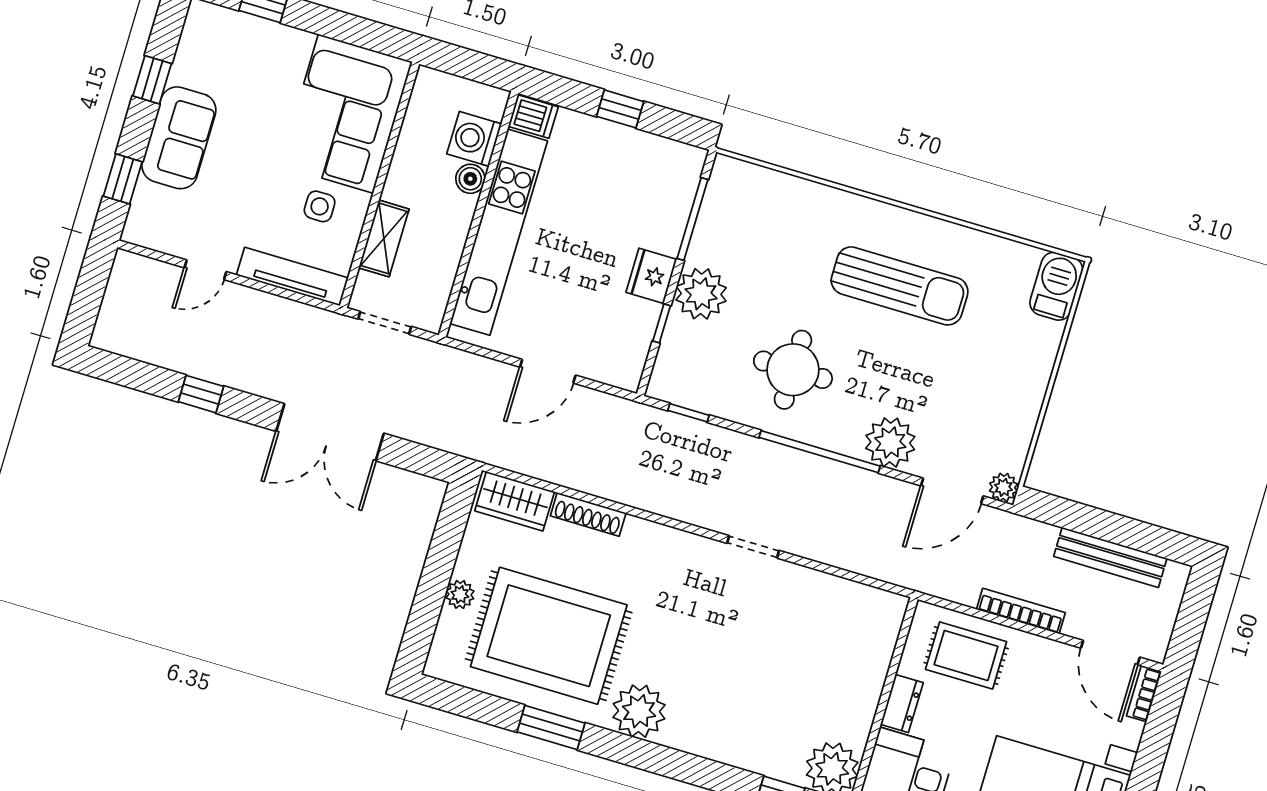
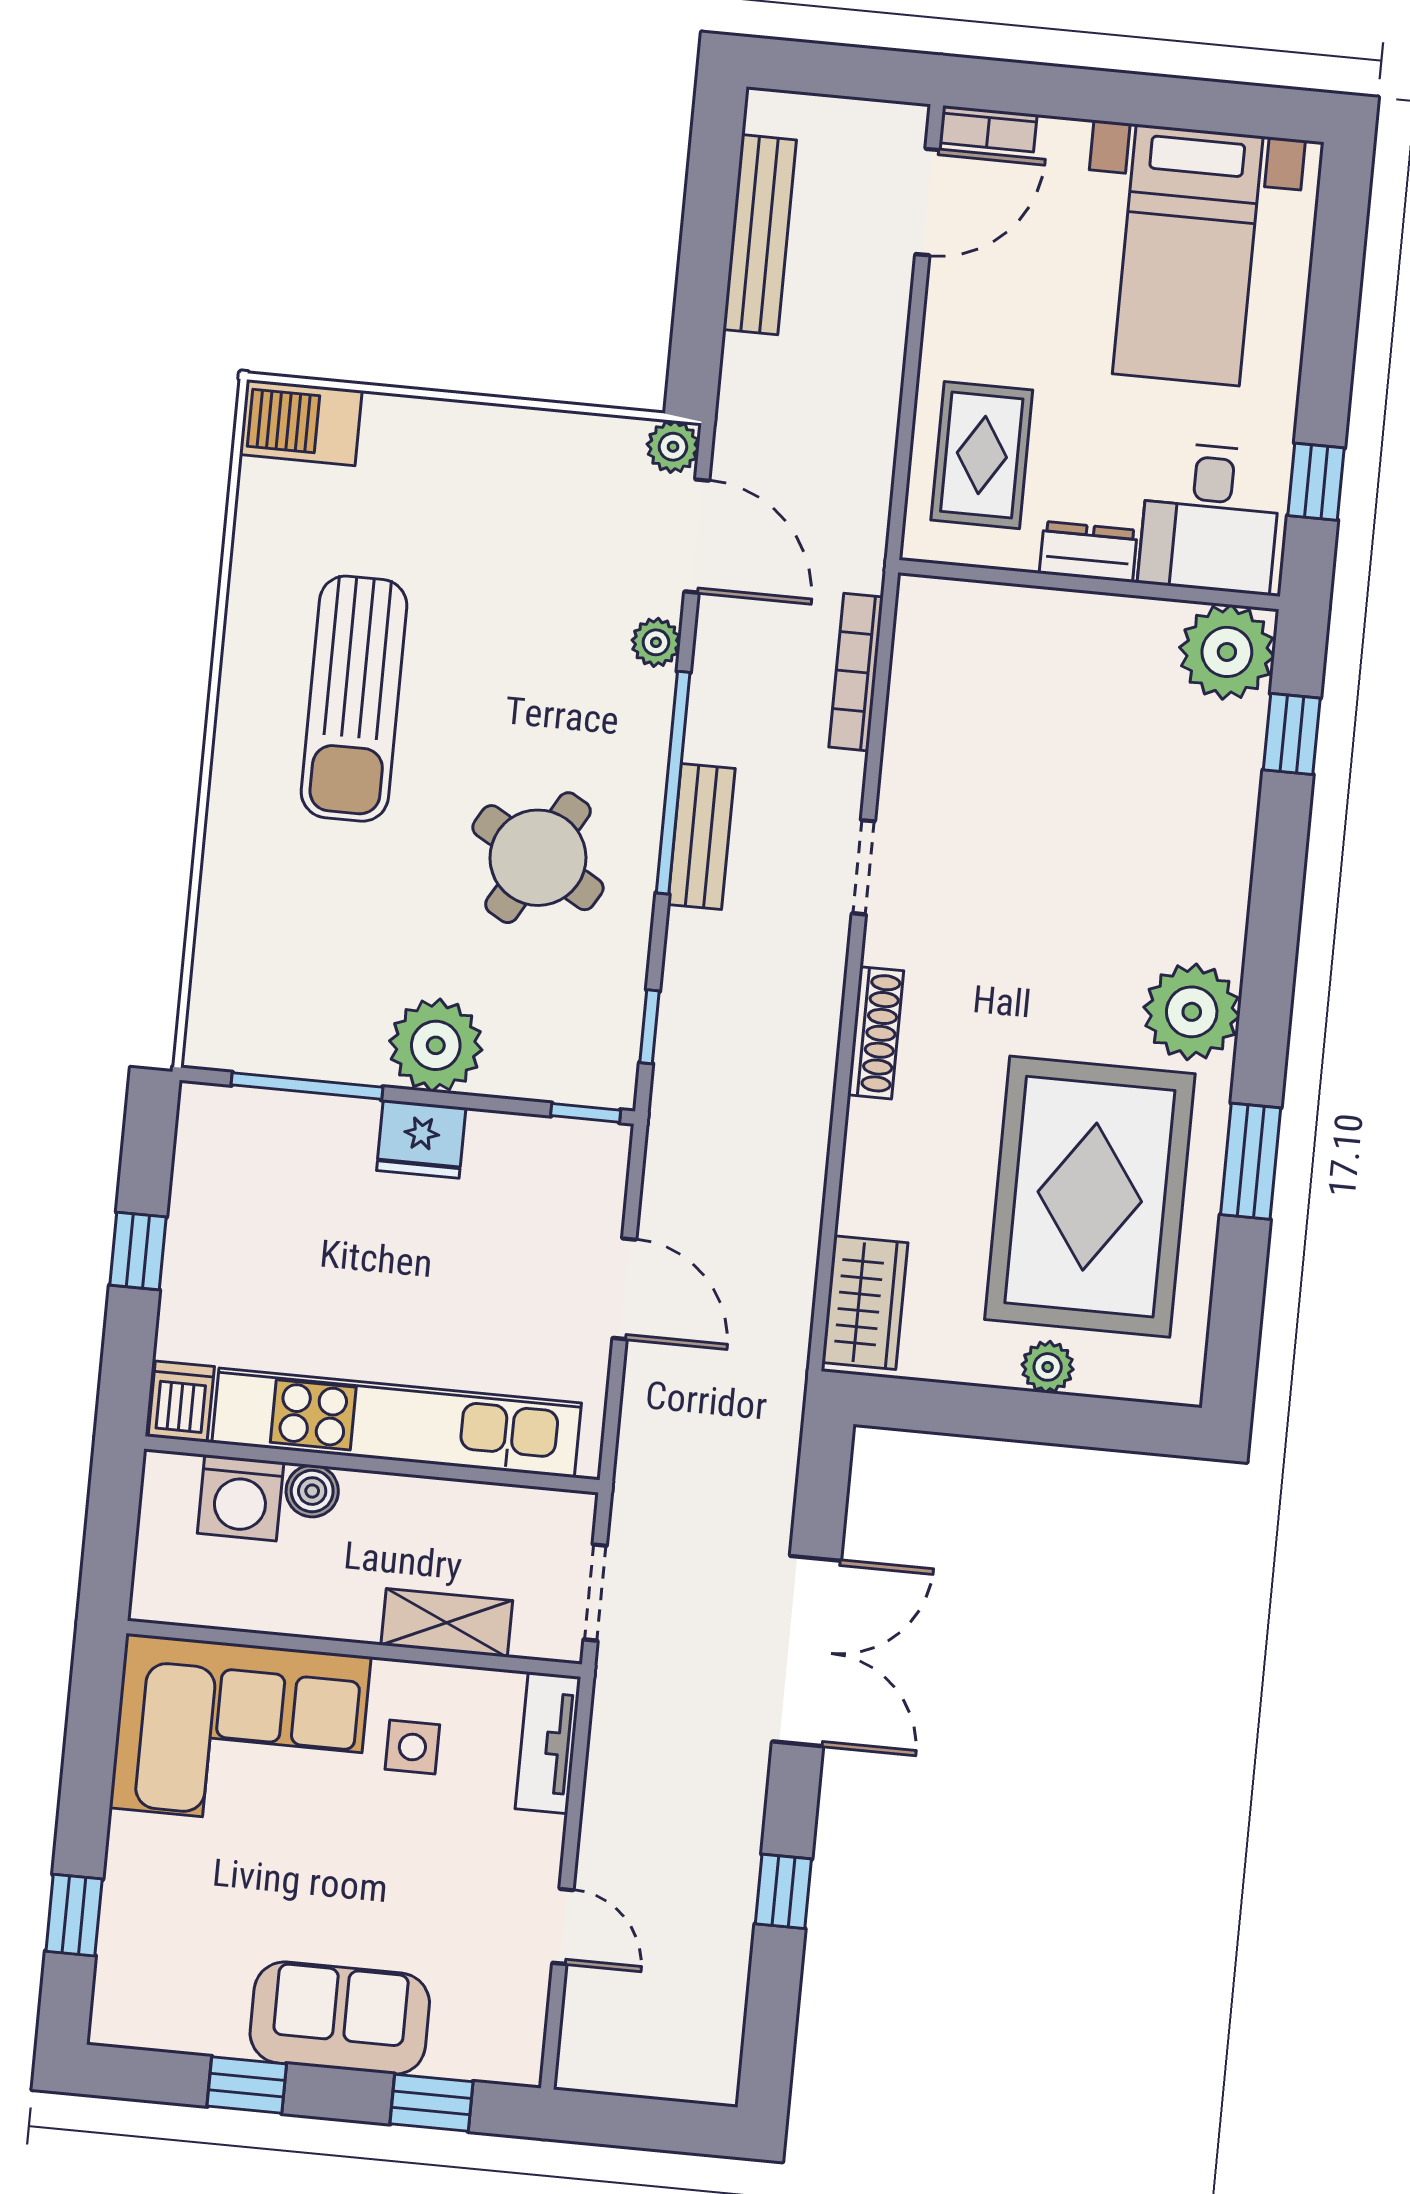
tv unit: (292, 277) -> (548, 1743), width x0.71
sun lounger: (900, 286) -> (354, 699), turned 180
window: (662, 323) -> (586, 1113), moved
round table: (793, 370) -> (538, 858), turned 30
plant: (890, 443) -> (656, 642), width x0.53, depth x0.53
bench: (787, 461) -> (701, 836), added
shoe rack: (588, 514) -> (876, 1033), moved
bookcase: (1021, 611) -> (856, 672), moved

